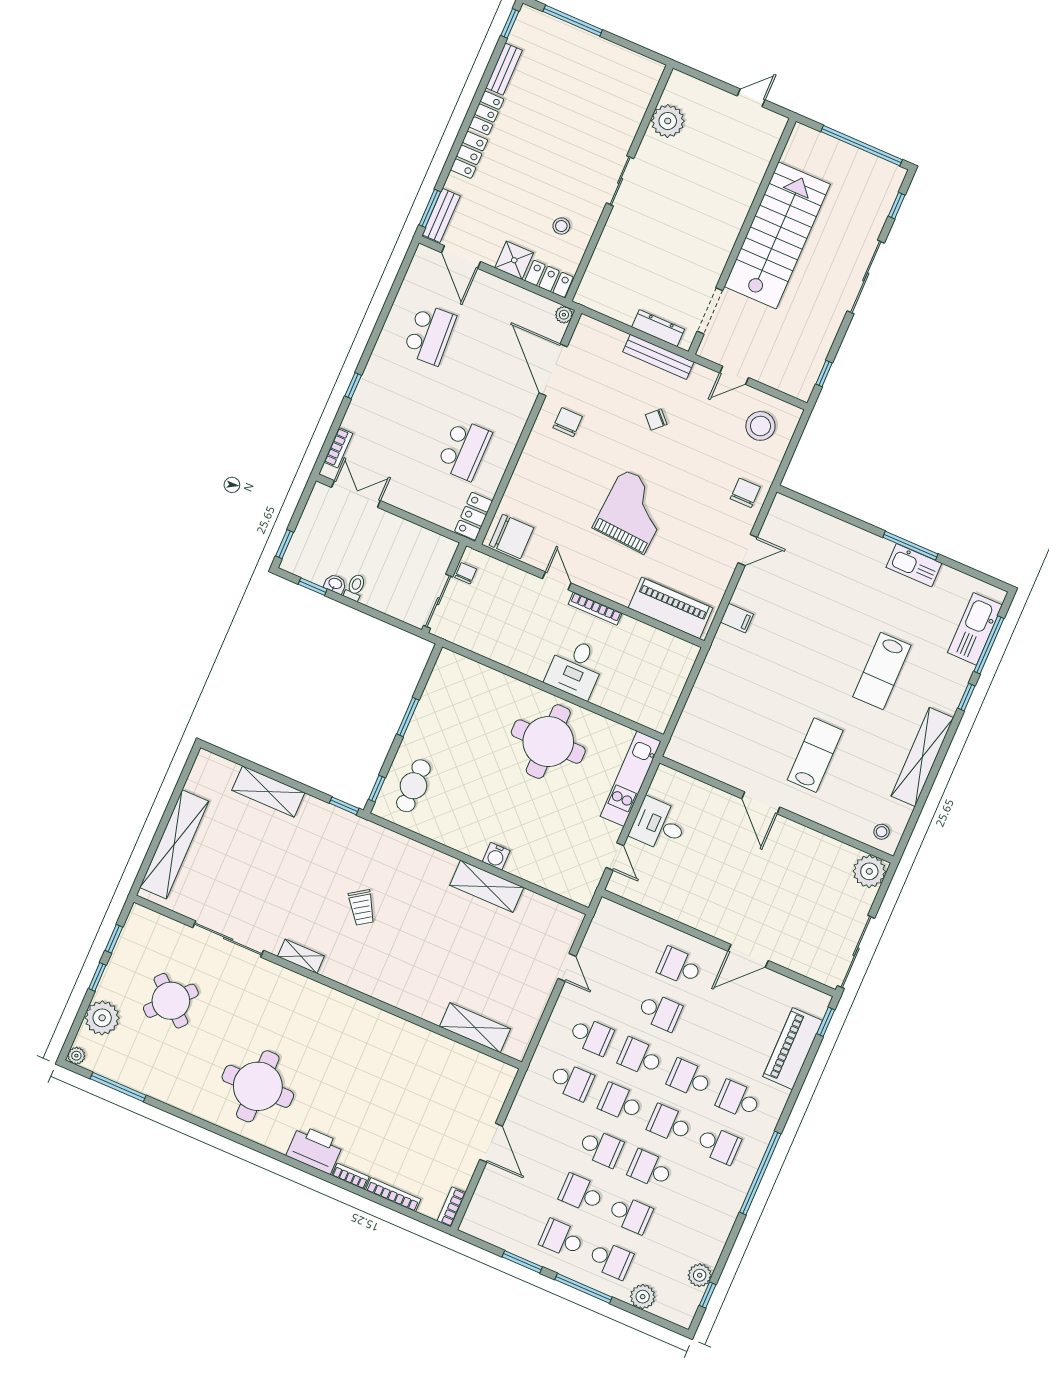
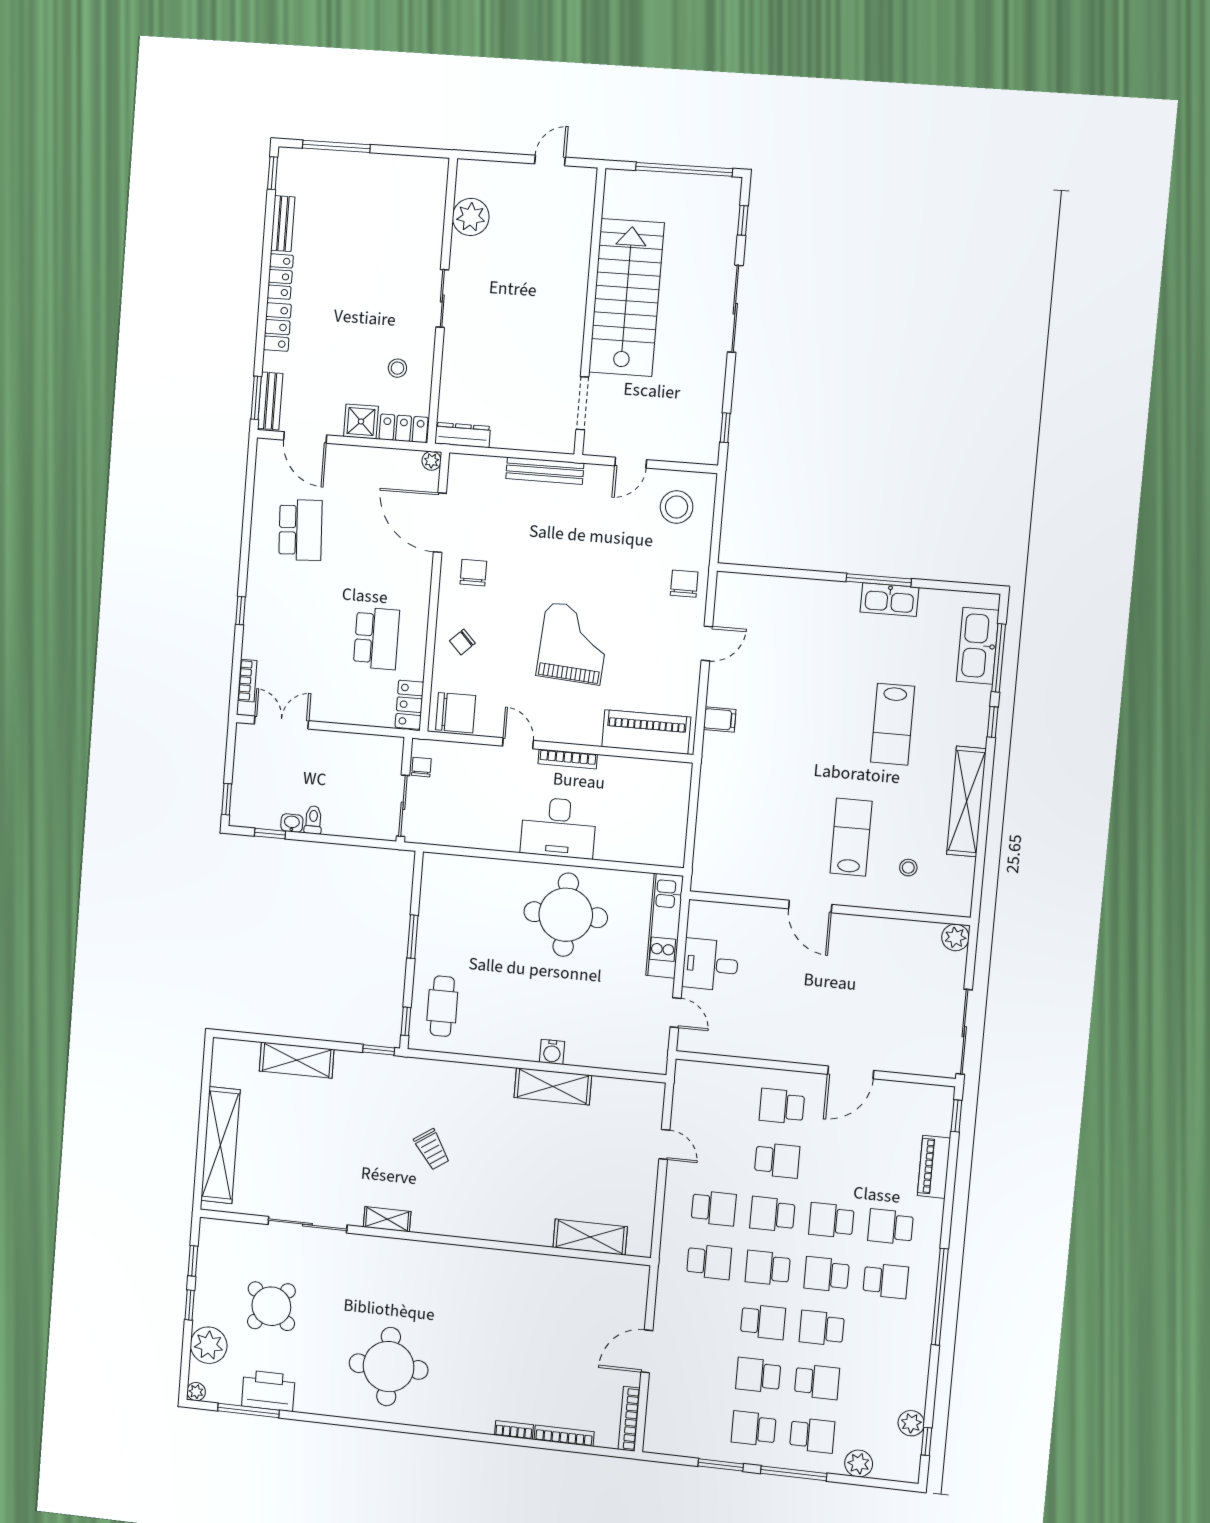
dresser: (658, 328) -> (463, 435), moved
chair: (656, 420) -> (462, 642), moved
desk: (576, 668) -> (558, 828), width x1.37
stool: (882, 832) -> (908, 868), moved
plant: (869, 871) -> (955, 937), width x0.73, depth x0.73
piano: (793, 1049) -> (934, 1167), width x0.73, depth x0.75
door: (491, 1143) -> (647, 1351), swing flipped
printer: (315, 1149) -> (268, 1391), moved
bookcase: (451, 1207) -> (629, 1419), width x1.56

